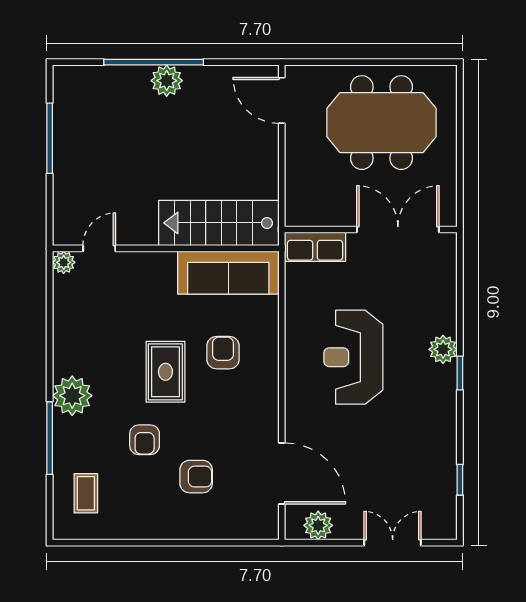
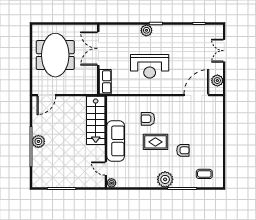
sofa: (228, 273) -> (116, 141), moved
armchair: (196, 477) -> (198, 130), removed

